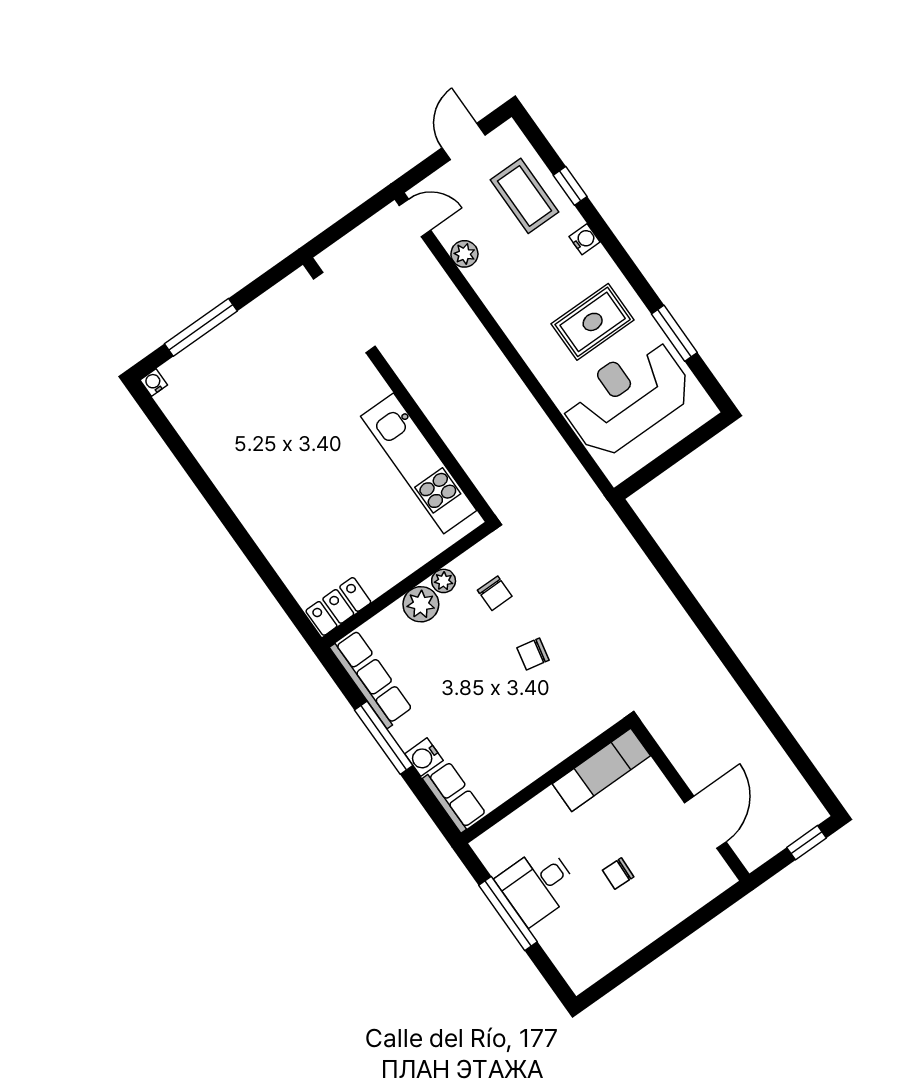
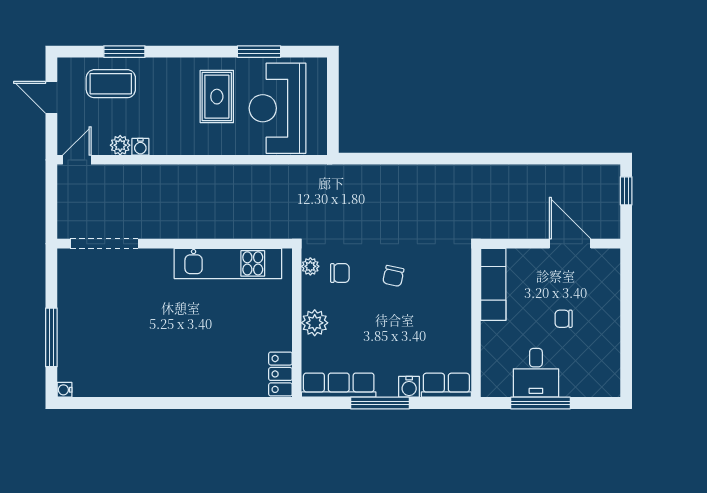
window: (570, 186) -> (124, 52), width x1.50
water cooler: (584, 239) -> (140, 147), moved, turned 180
plant: (444, 581) -> (310, 266), moved
chair: (618, 874) -> (564, 319), turned 88

